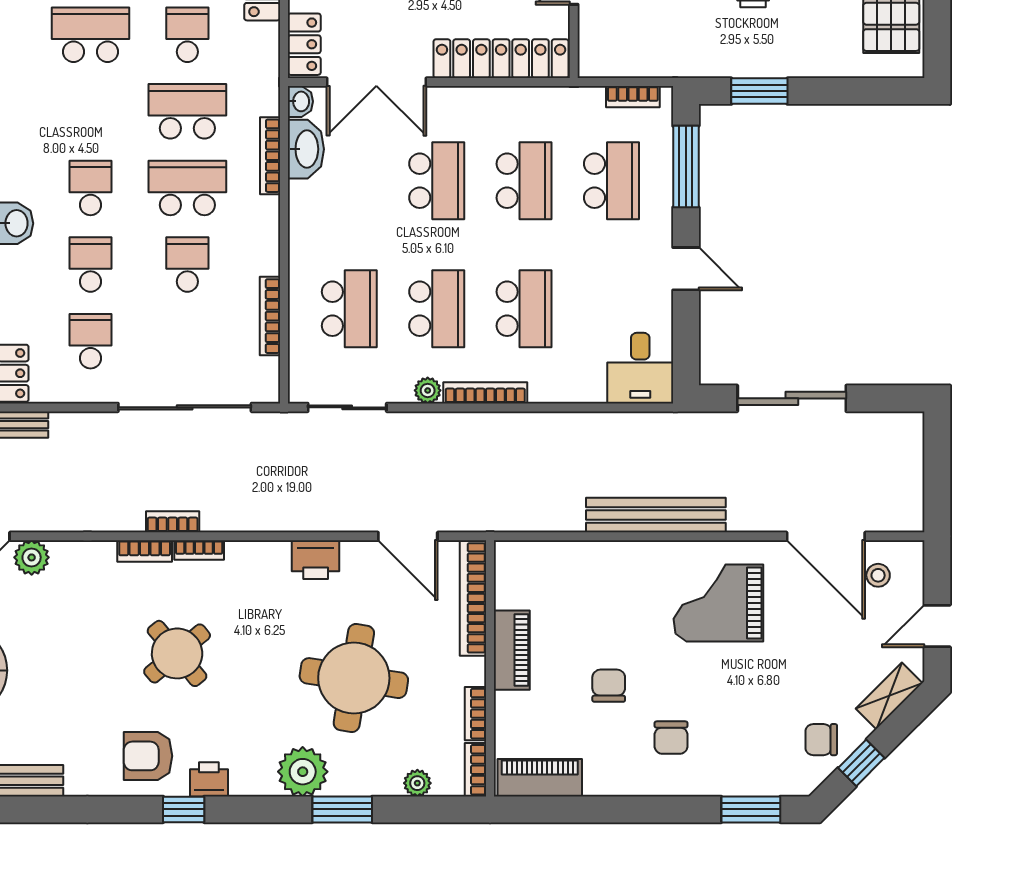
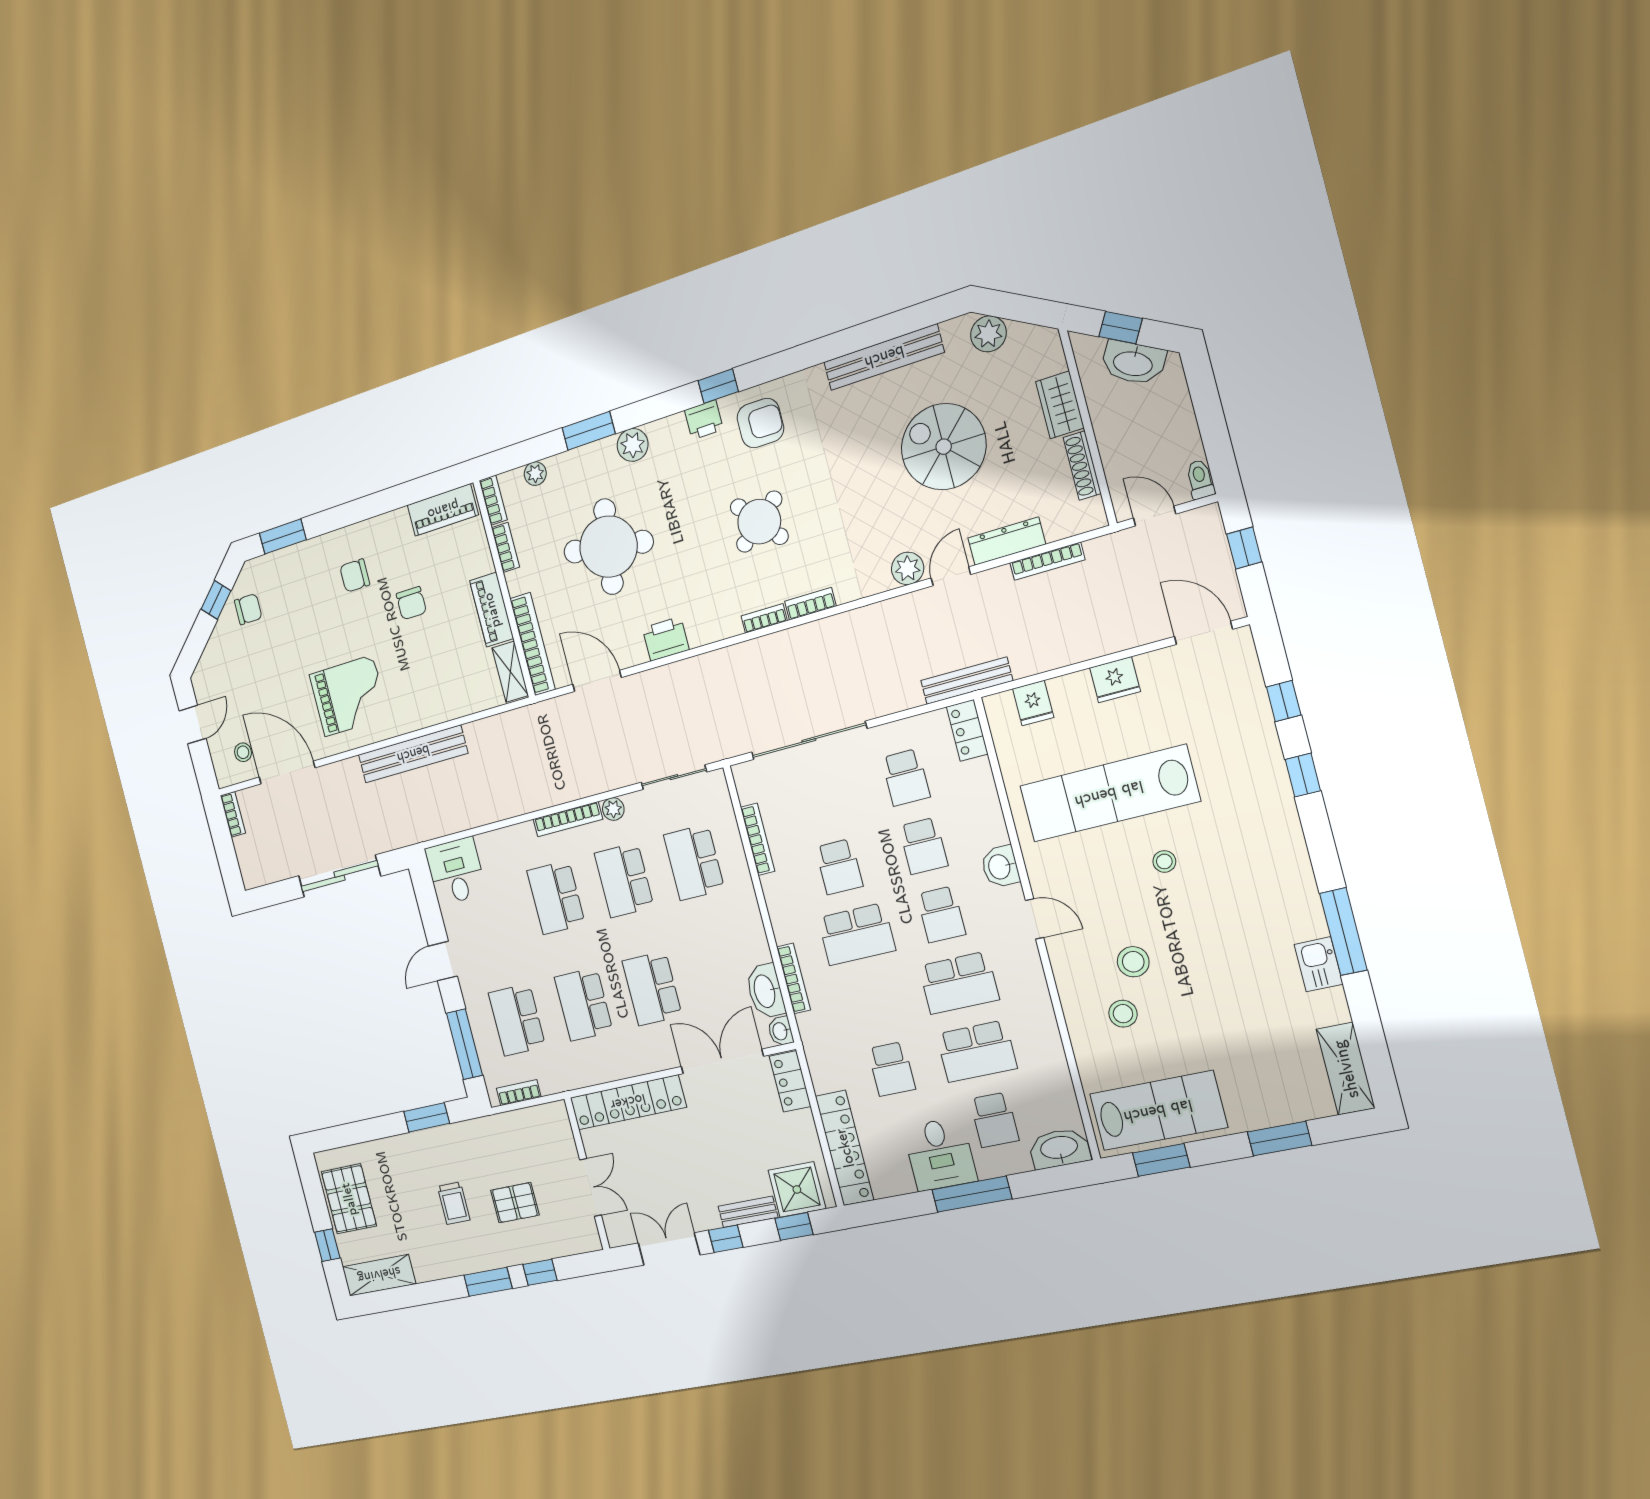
school desk: (187, 111) -> (959, 983), moved
door: (686, 269) -> (443, 961), hinge flipped
bookcase: (173, 522) -> (233, 814), moved, turned -90
shelving: (889, 696) -> (510, 672), moved, turned -45
chair: (671, 738) -> (355, 576), turned -90
plant: (303, 772) -> (633, 445), width x0.73, depth x0.73

